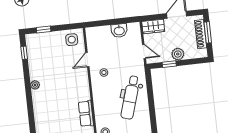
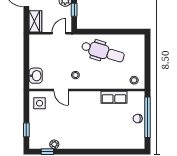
washbasin: (119, 31) -> (36, 76), moved
plant: (35, 85) -> (54, 144), moved

